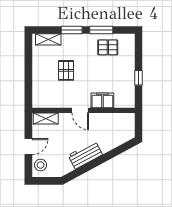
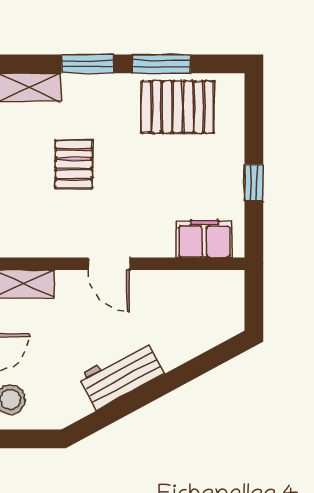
pallet: (108, 47) -> (178, 107), width x1.50, depth x1.42
filing cabinet: (102, 100) -> (204, 239), moved

